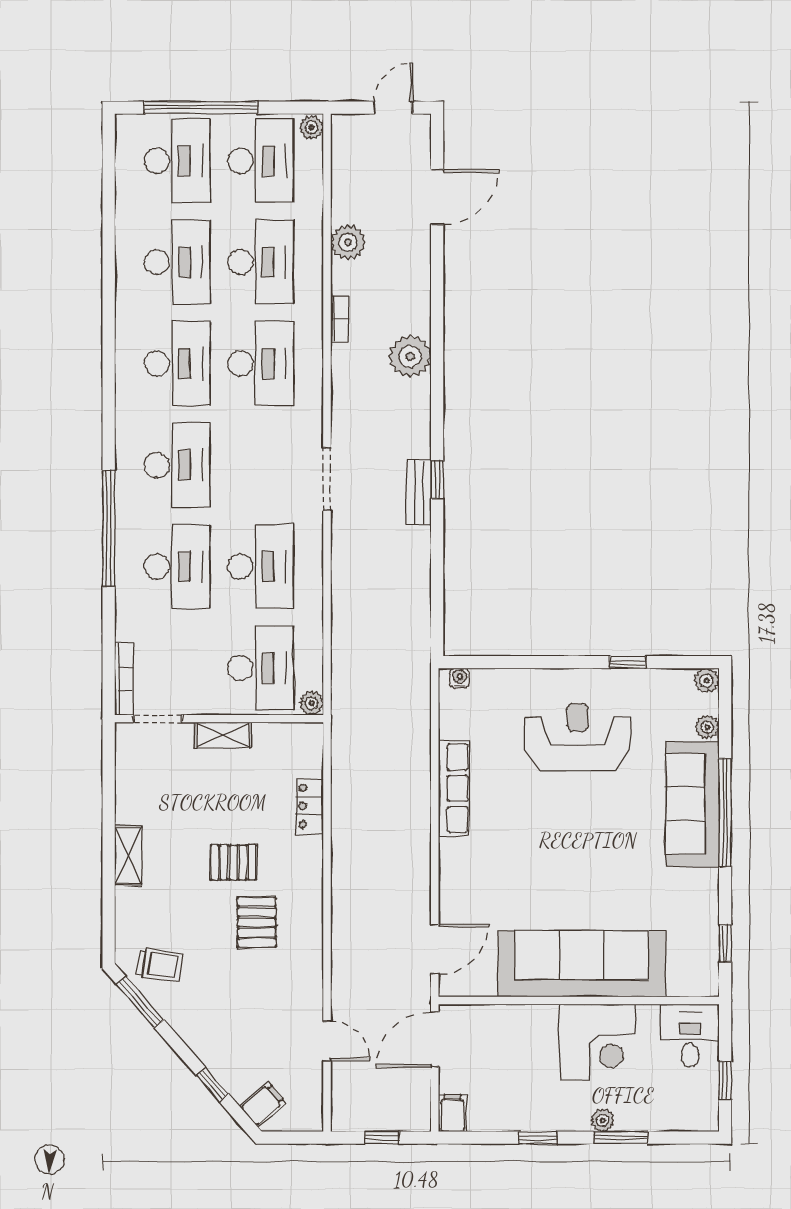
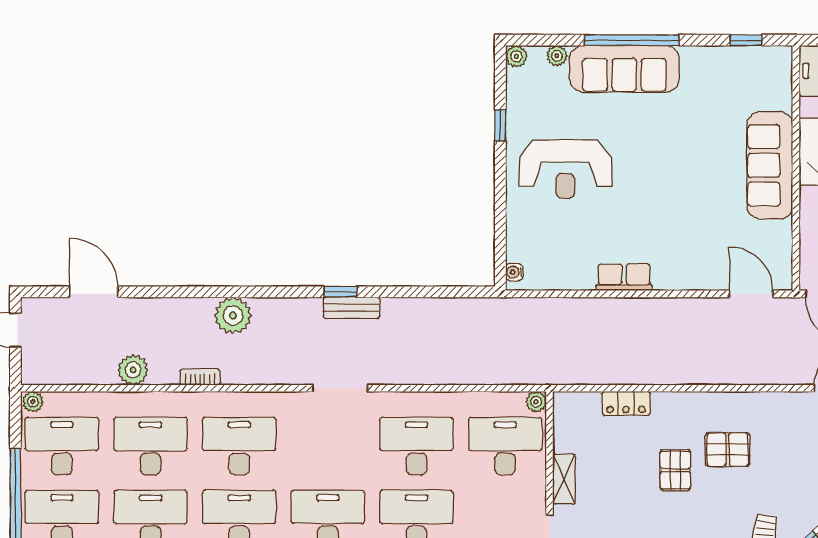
reception desk: (578, 737) -> (565, 169), turned -90
row of seats: (454, 788) -> (624, 277), width x0.68
sofa: (582, 964) -> (770, 165), width x0.74, depth x0.79

